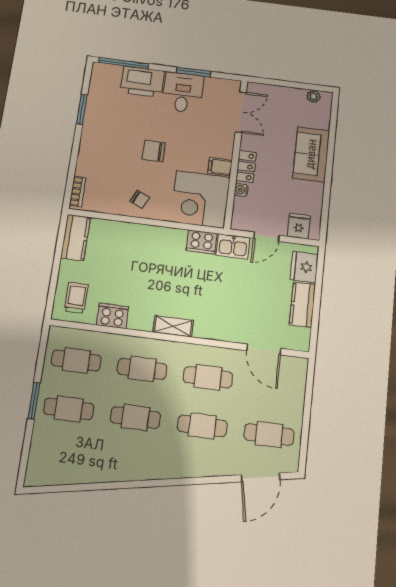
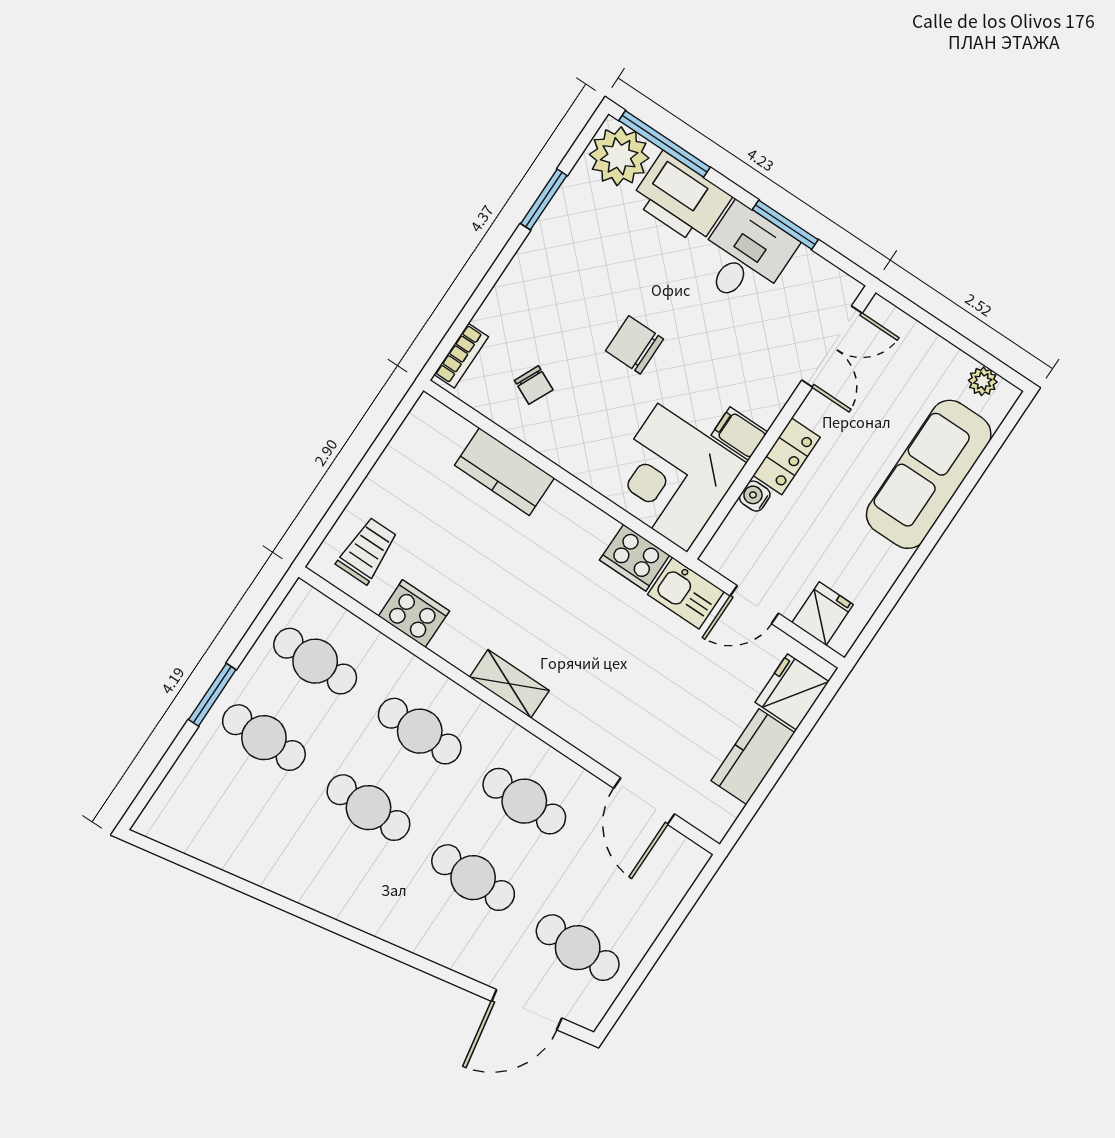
plant: (106, 77) -> (619, 156), added
sofa: (311, 154) -> (929, 474), width x1.36
chair: (140, 199) -> (534, 385), moved
kitchen counter: (75, 237) -> (504, 472), moved, turned 90

